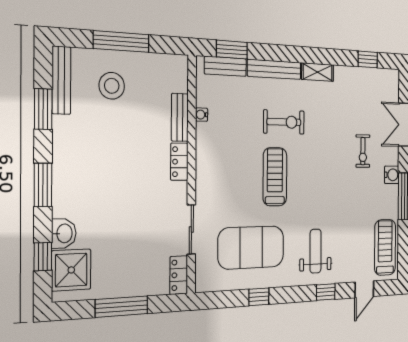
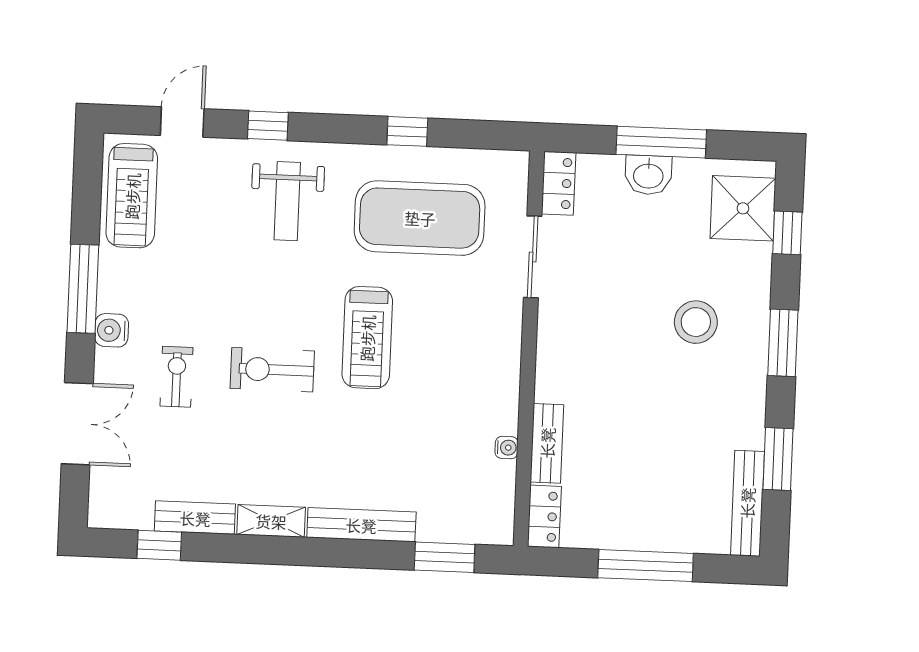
bench: (225, 66) -> (195, 518), moved
stool: (112, 86) -> (696, 322), moved
exercise bike: (284, 122) -> (272, 370), moved
locker: (179, 162) -> (544, 517), moved
washbasin: (64, 233) -> (648, 175), moved, turned -90

